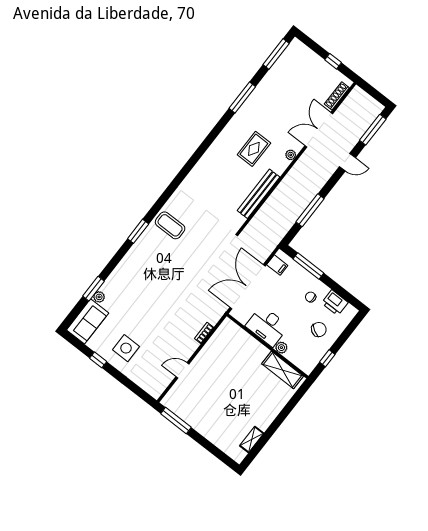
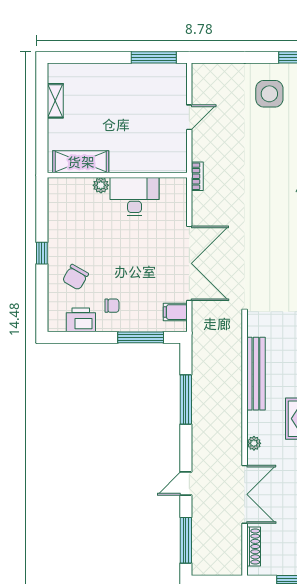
desk: (267, 326) -> (135, 197), moved
wall: (268, 346) -> (117, 175), moved
plant: (281, 348) -> (101, 185), moved
shelving: (282, 370) -> (81, 162), moved

